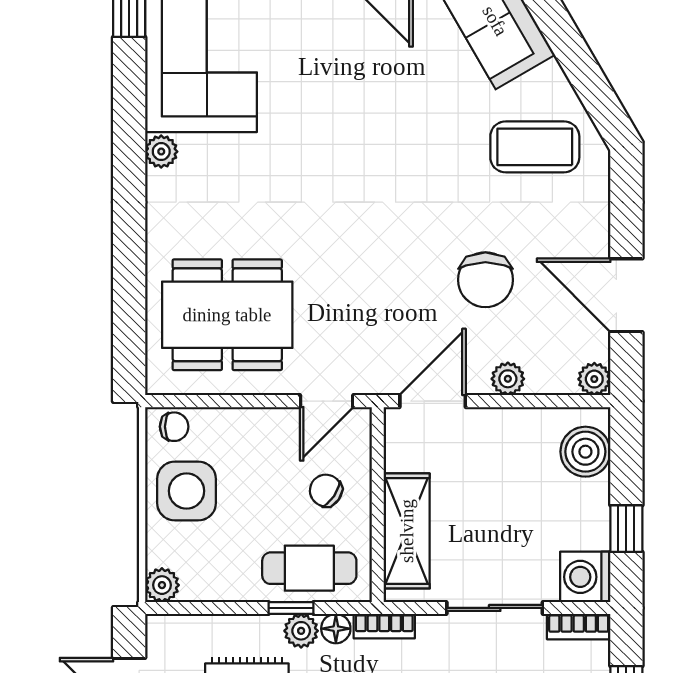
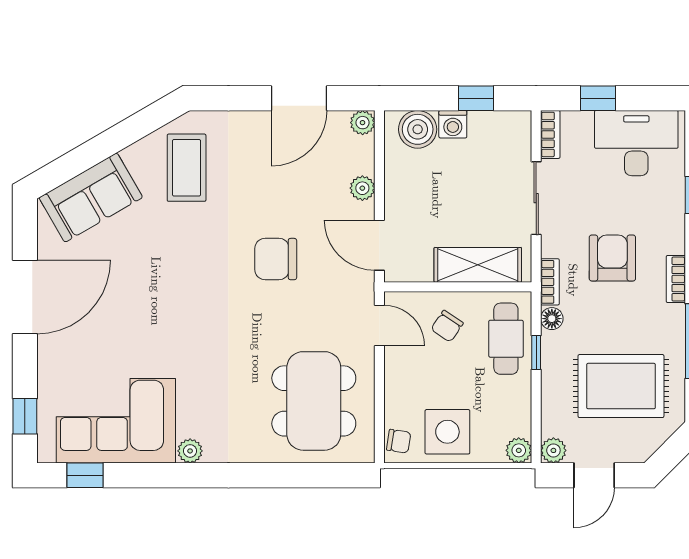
chair: (485, 280) -> (276, 259), moved, turned 180
chair: (174, 427) -> (399, 441), turned 99
washing machine: (585, 577) -> (453, 124), moved, width x0.73, depth x0.73
plant: (301, 631) -> (553, 450), moved

